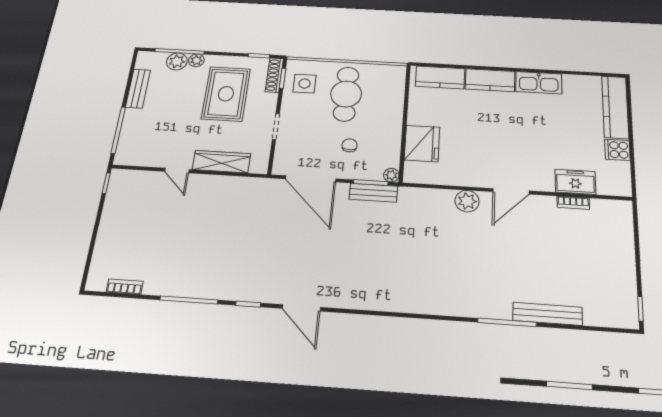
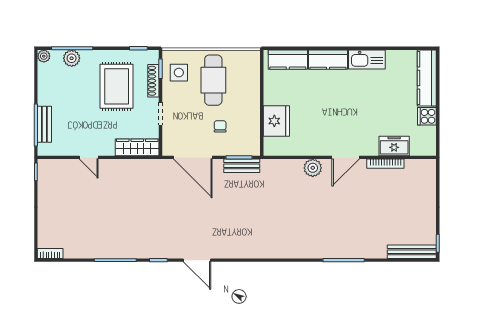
plant: (196, 60) -> (44, 56), moved
shoe rack: (274, 75) -> (153, 81), moved
bench: (138, 89) -> (44, 124), moved
wardrobe: (221, 162) -> (137, 147), moved
plant: (391, 175) -> (254, 150), removed
bookcase: (573, 203) -> (385, 164), width x1.56
bookcase: (125, 287) -> (50, 253), moved
bench: (547, 314) -> (412, 252), moved

